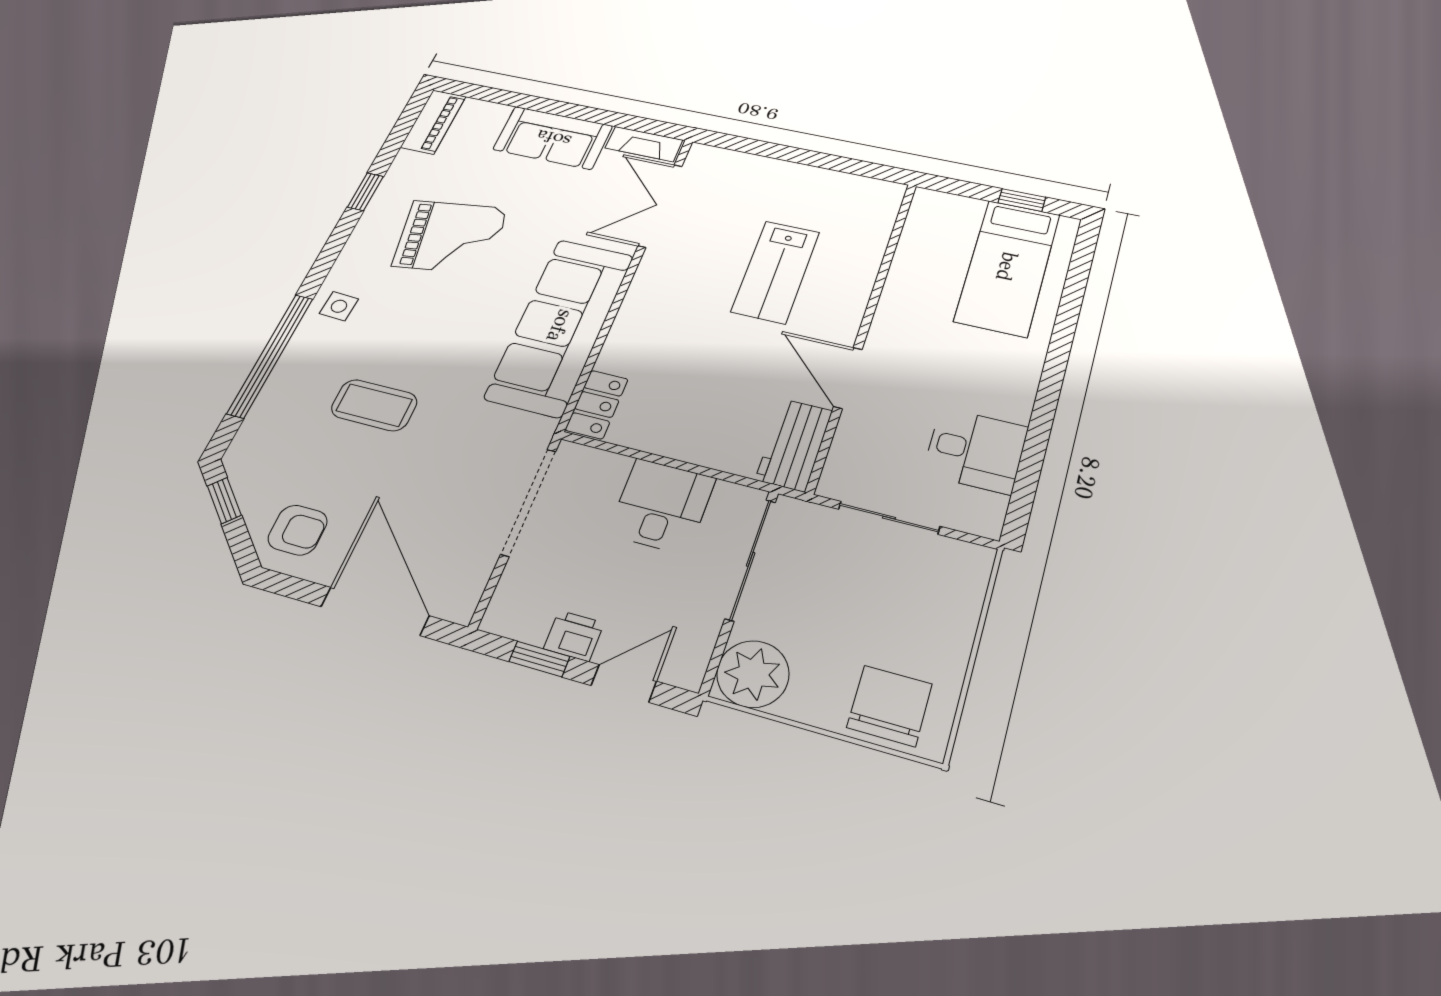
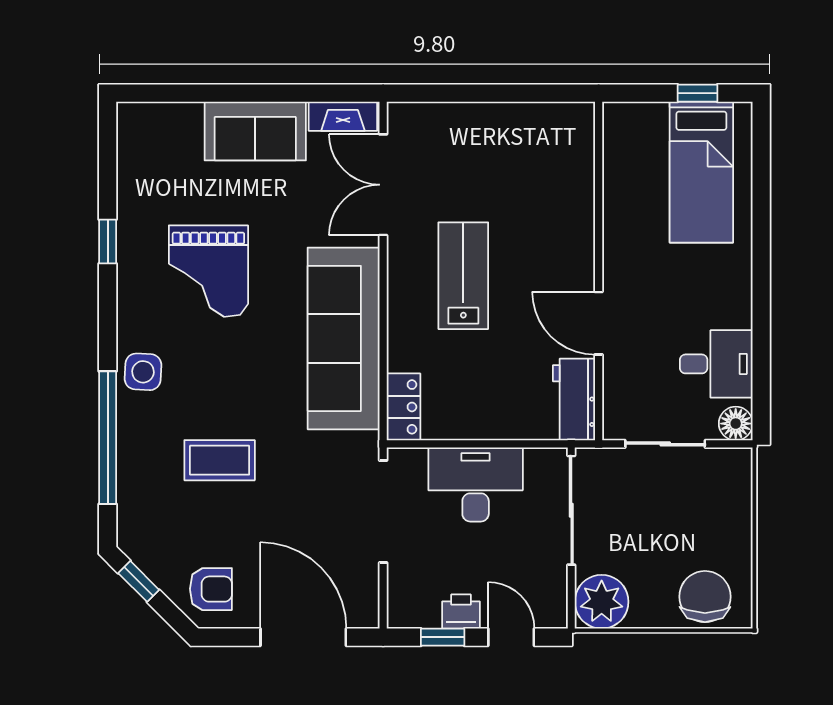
piano: (433, 122) -> (134, 141), removed
grand piano: (450, 237) -> (208, 271), turned 99
lab bench: (776, 272) -> (463, 276), moved, turned 180
side table: (339, 306) -> (143, 372), width x1.37, depth x1.37
desk: (662, 506) -> (476, 484), width x1.37
floor lamp: (983, 518) -> (736, 424), added
door: (624, 683) -> (511, 637), hinge flipped

